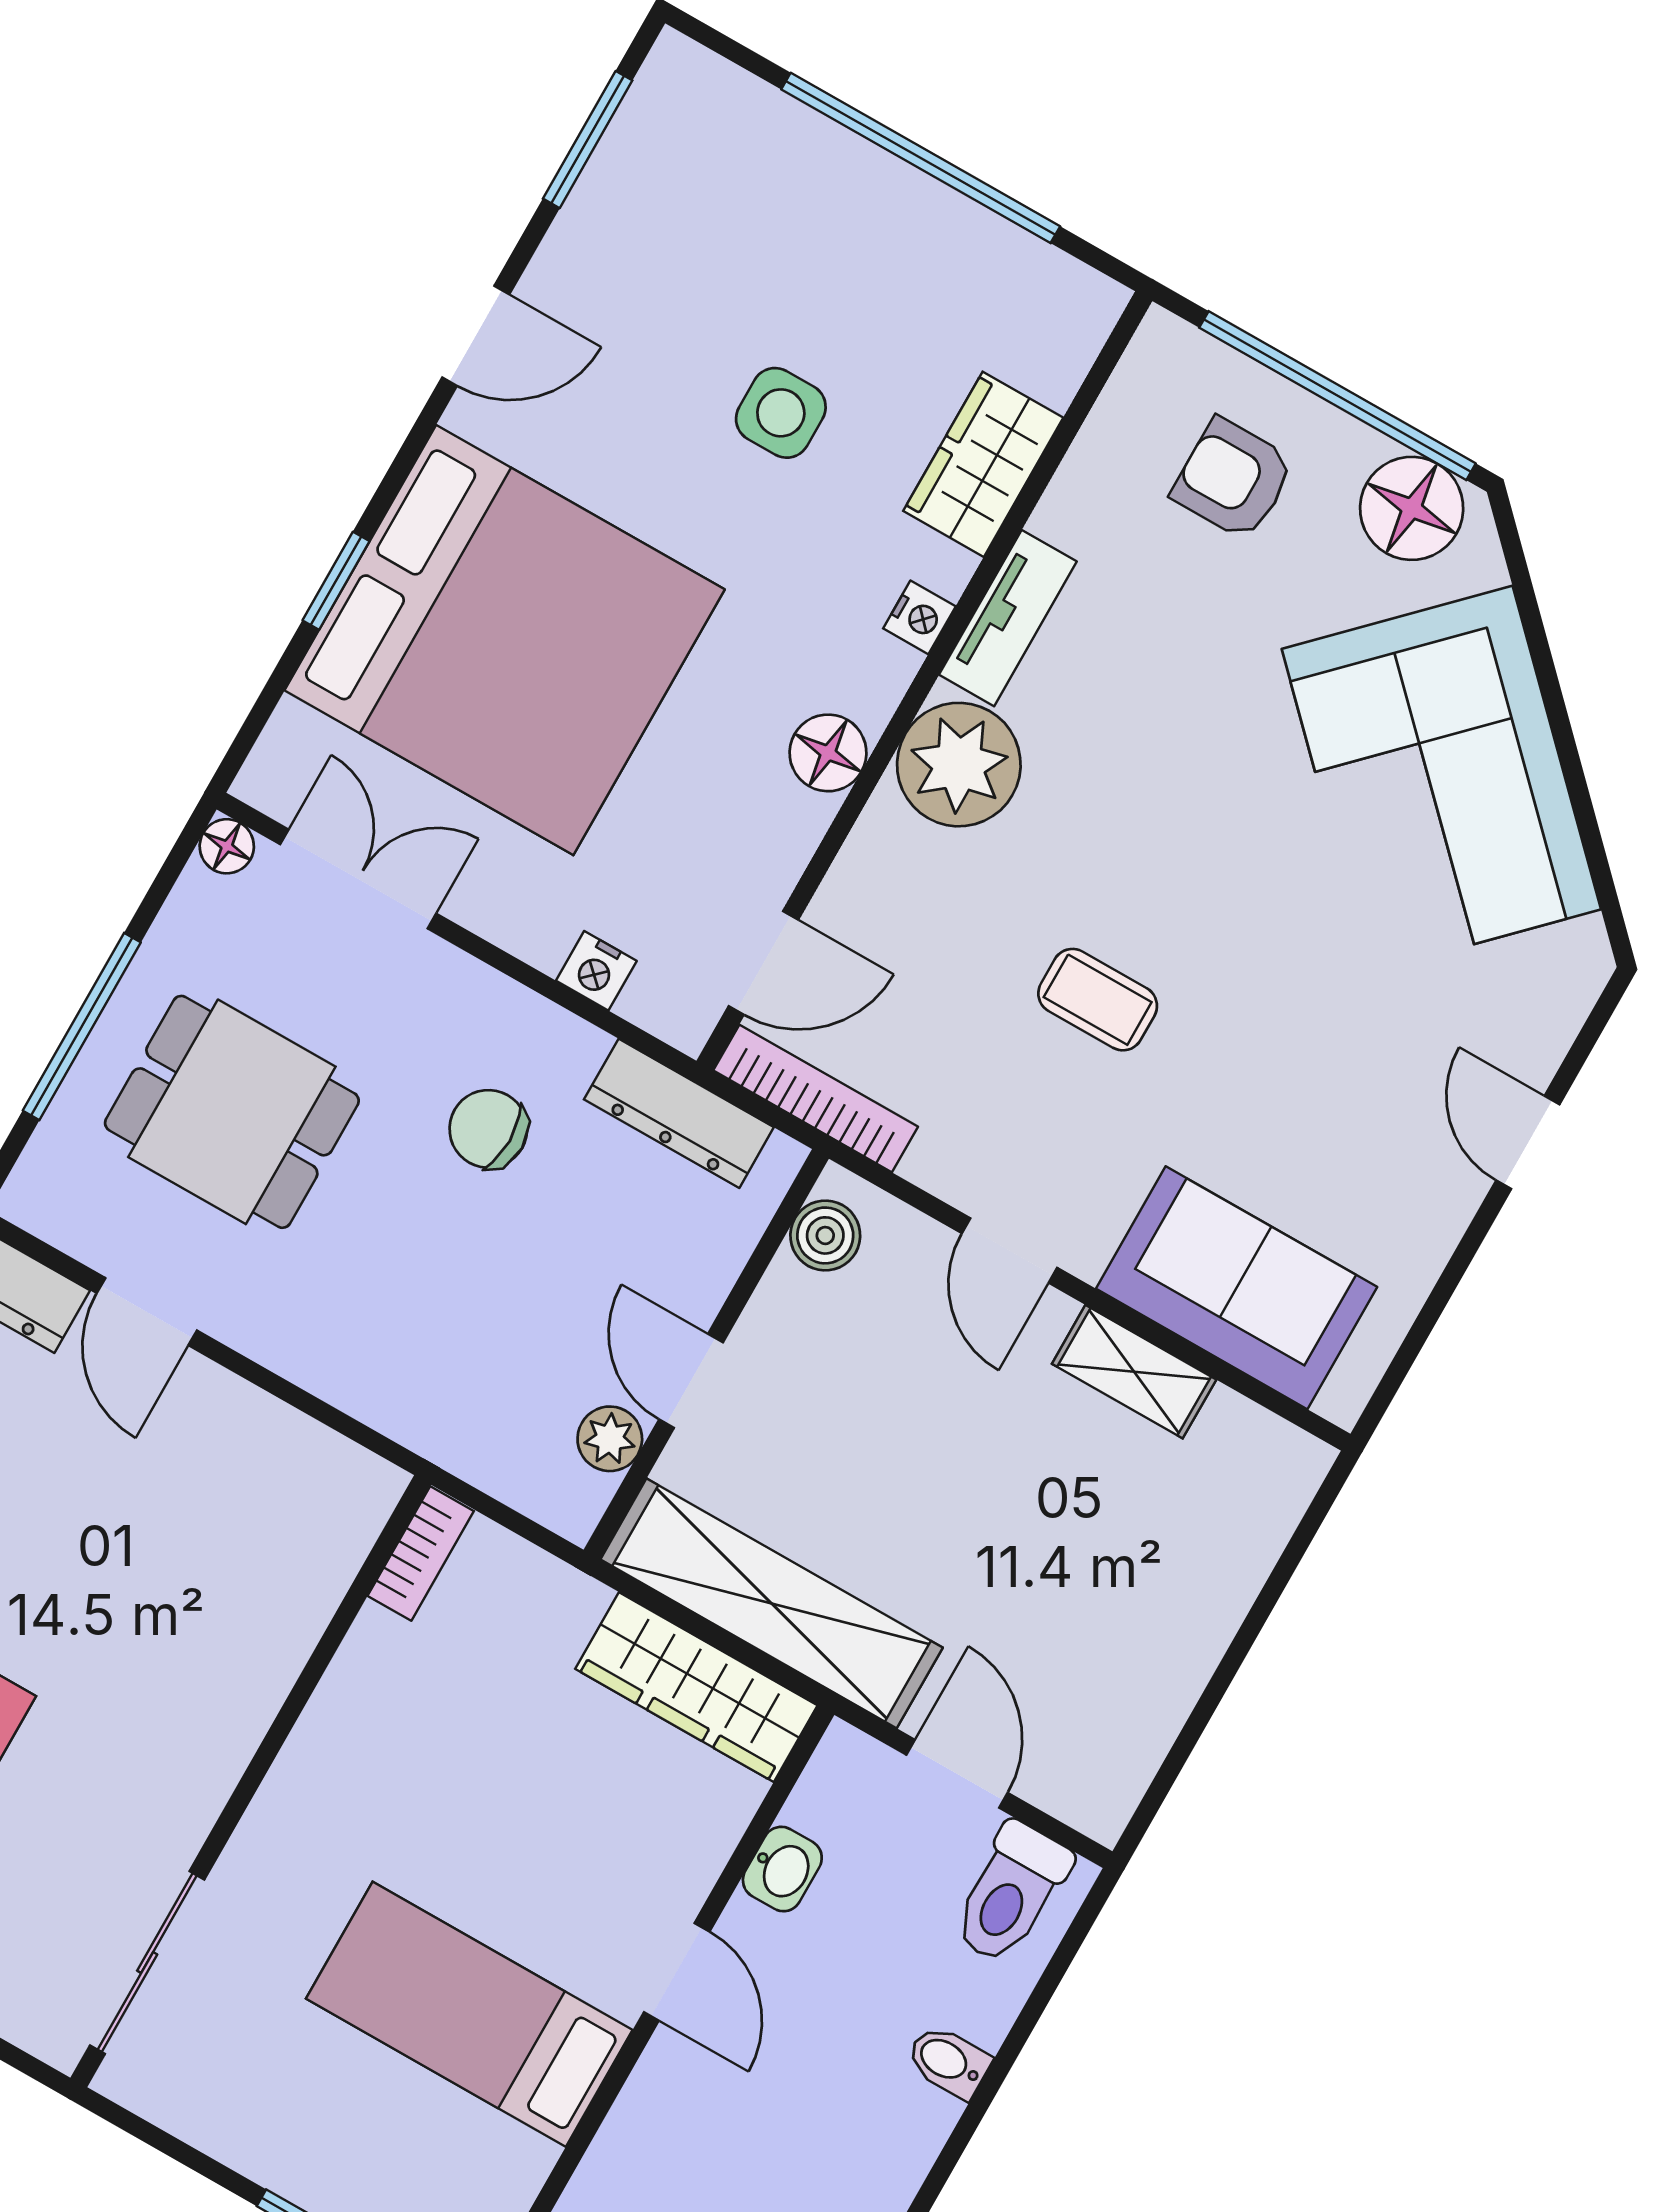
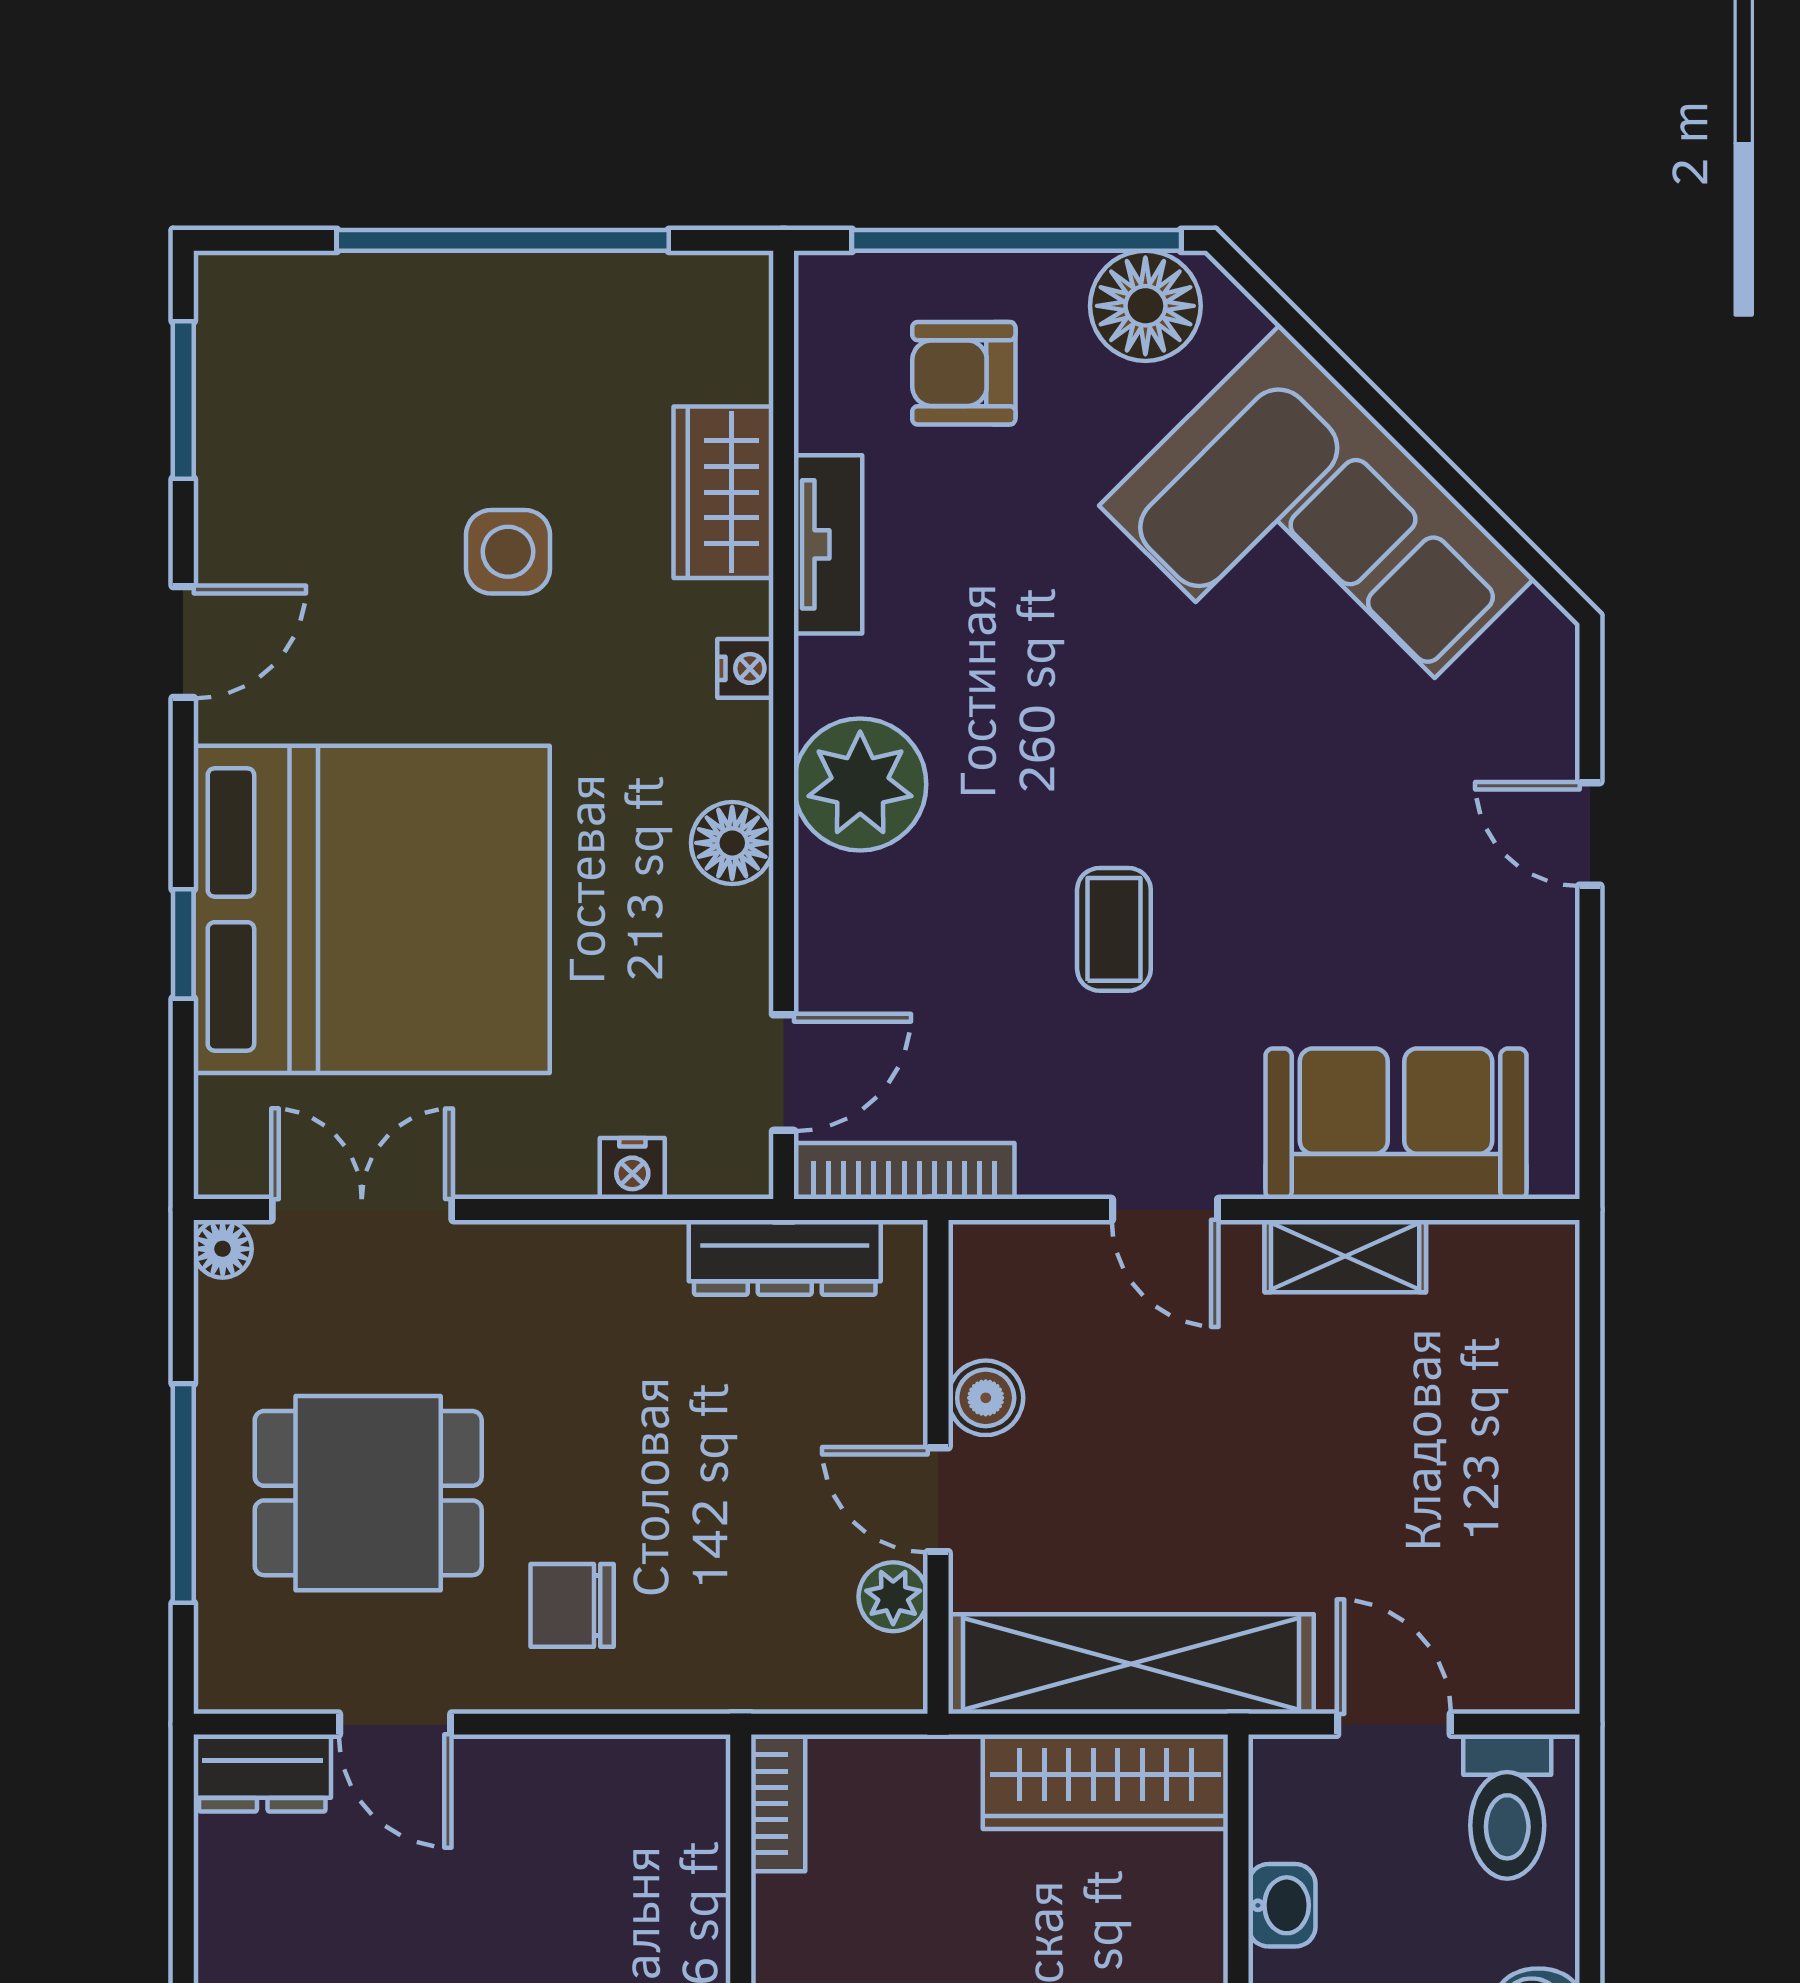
tv unit: (1008, 618) -> (828, 544), moved
coffee table: (1098, 1000) -> (1114, 929), turned 90
chair: (488, 1129) -> (572, 1605), moved
boiler: (825, 1235) -> (986, 1398), moved

